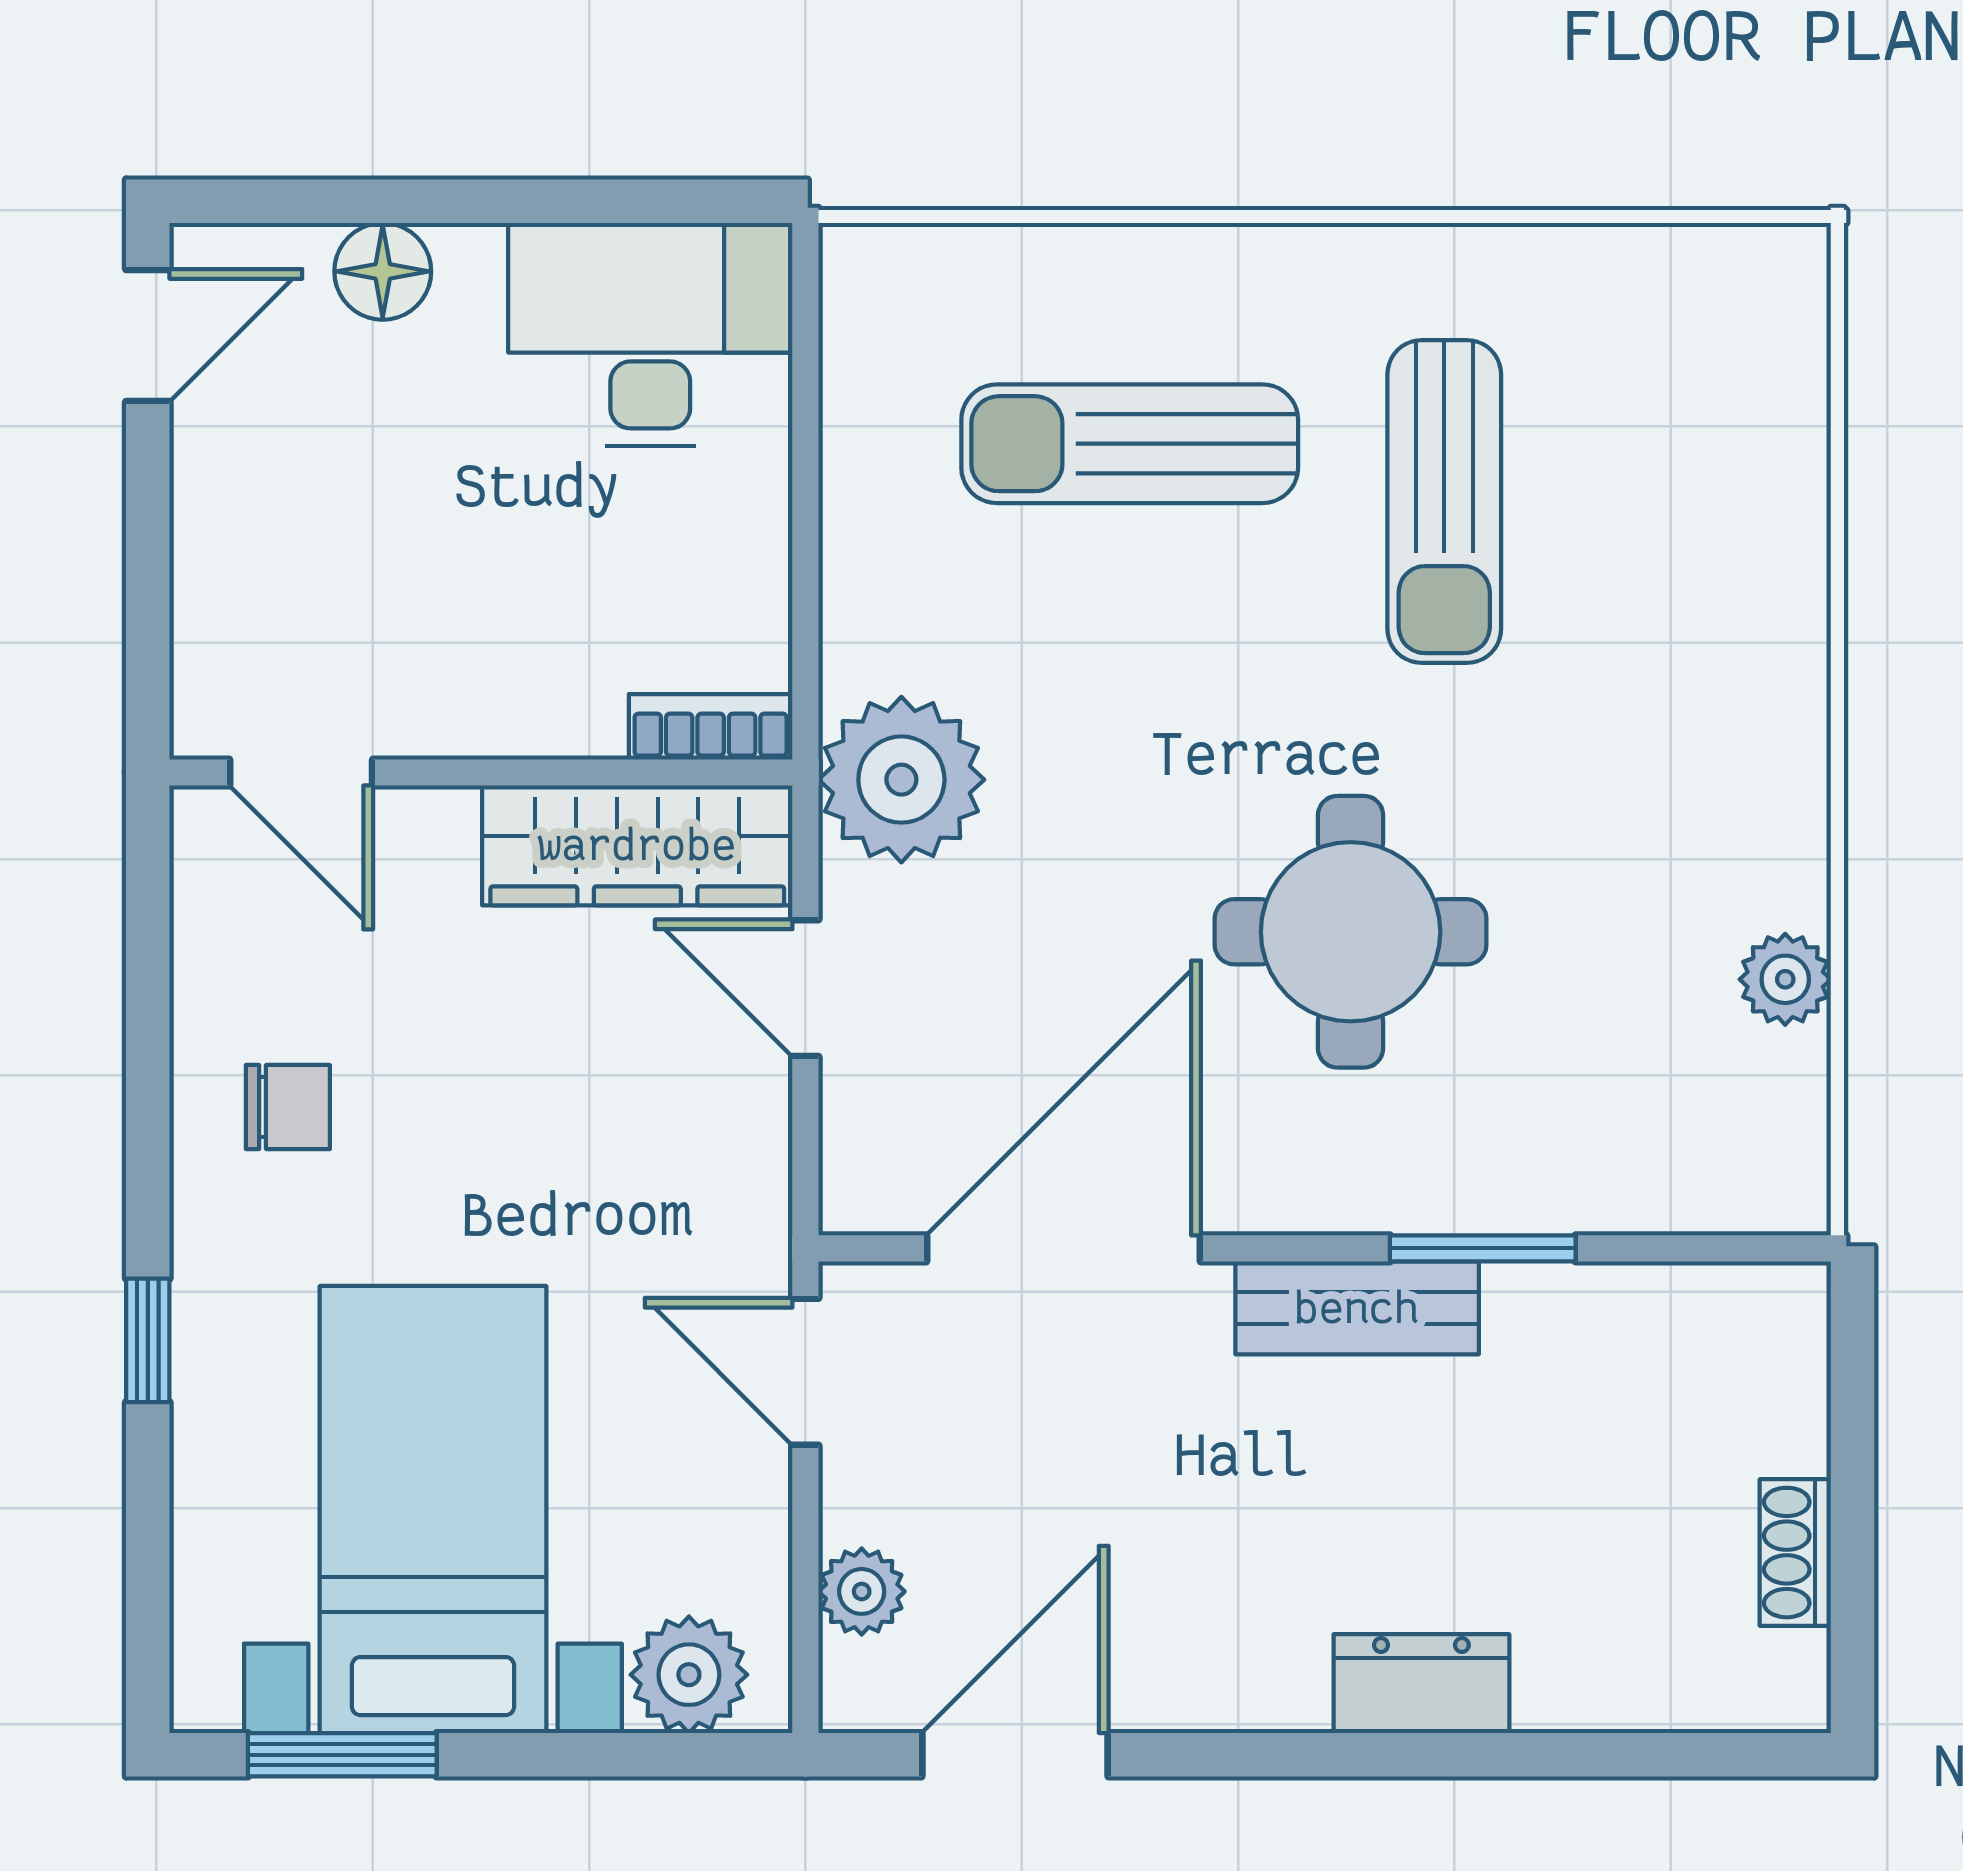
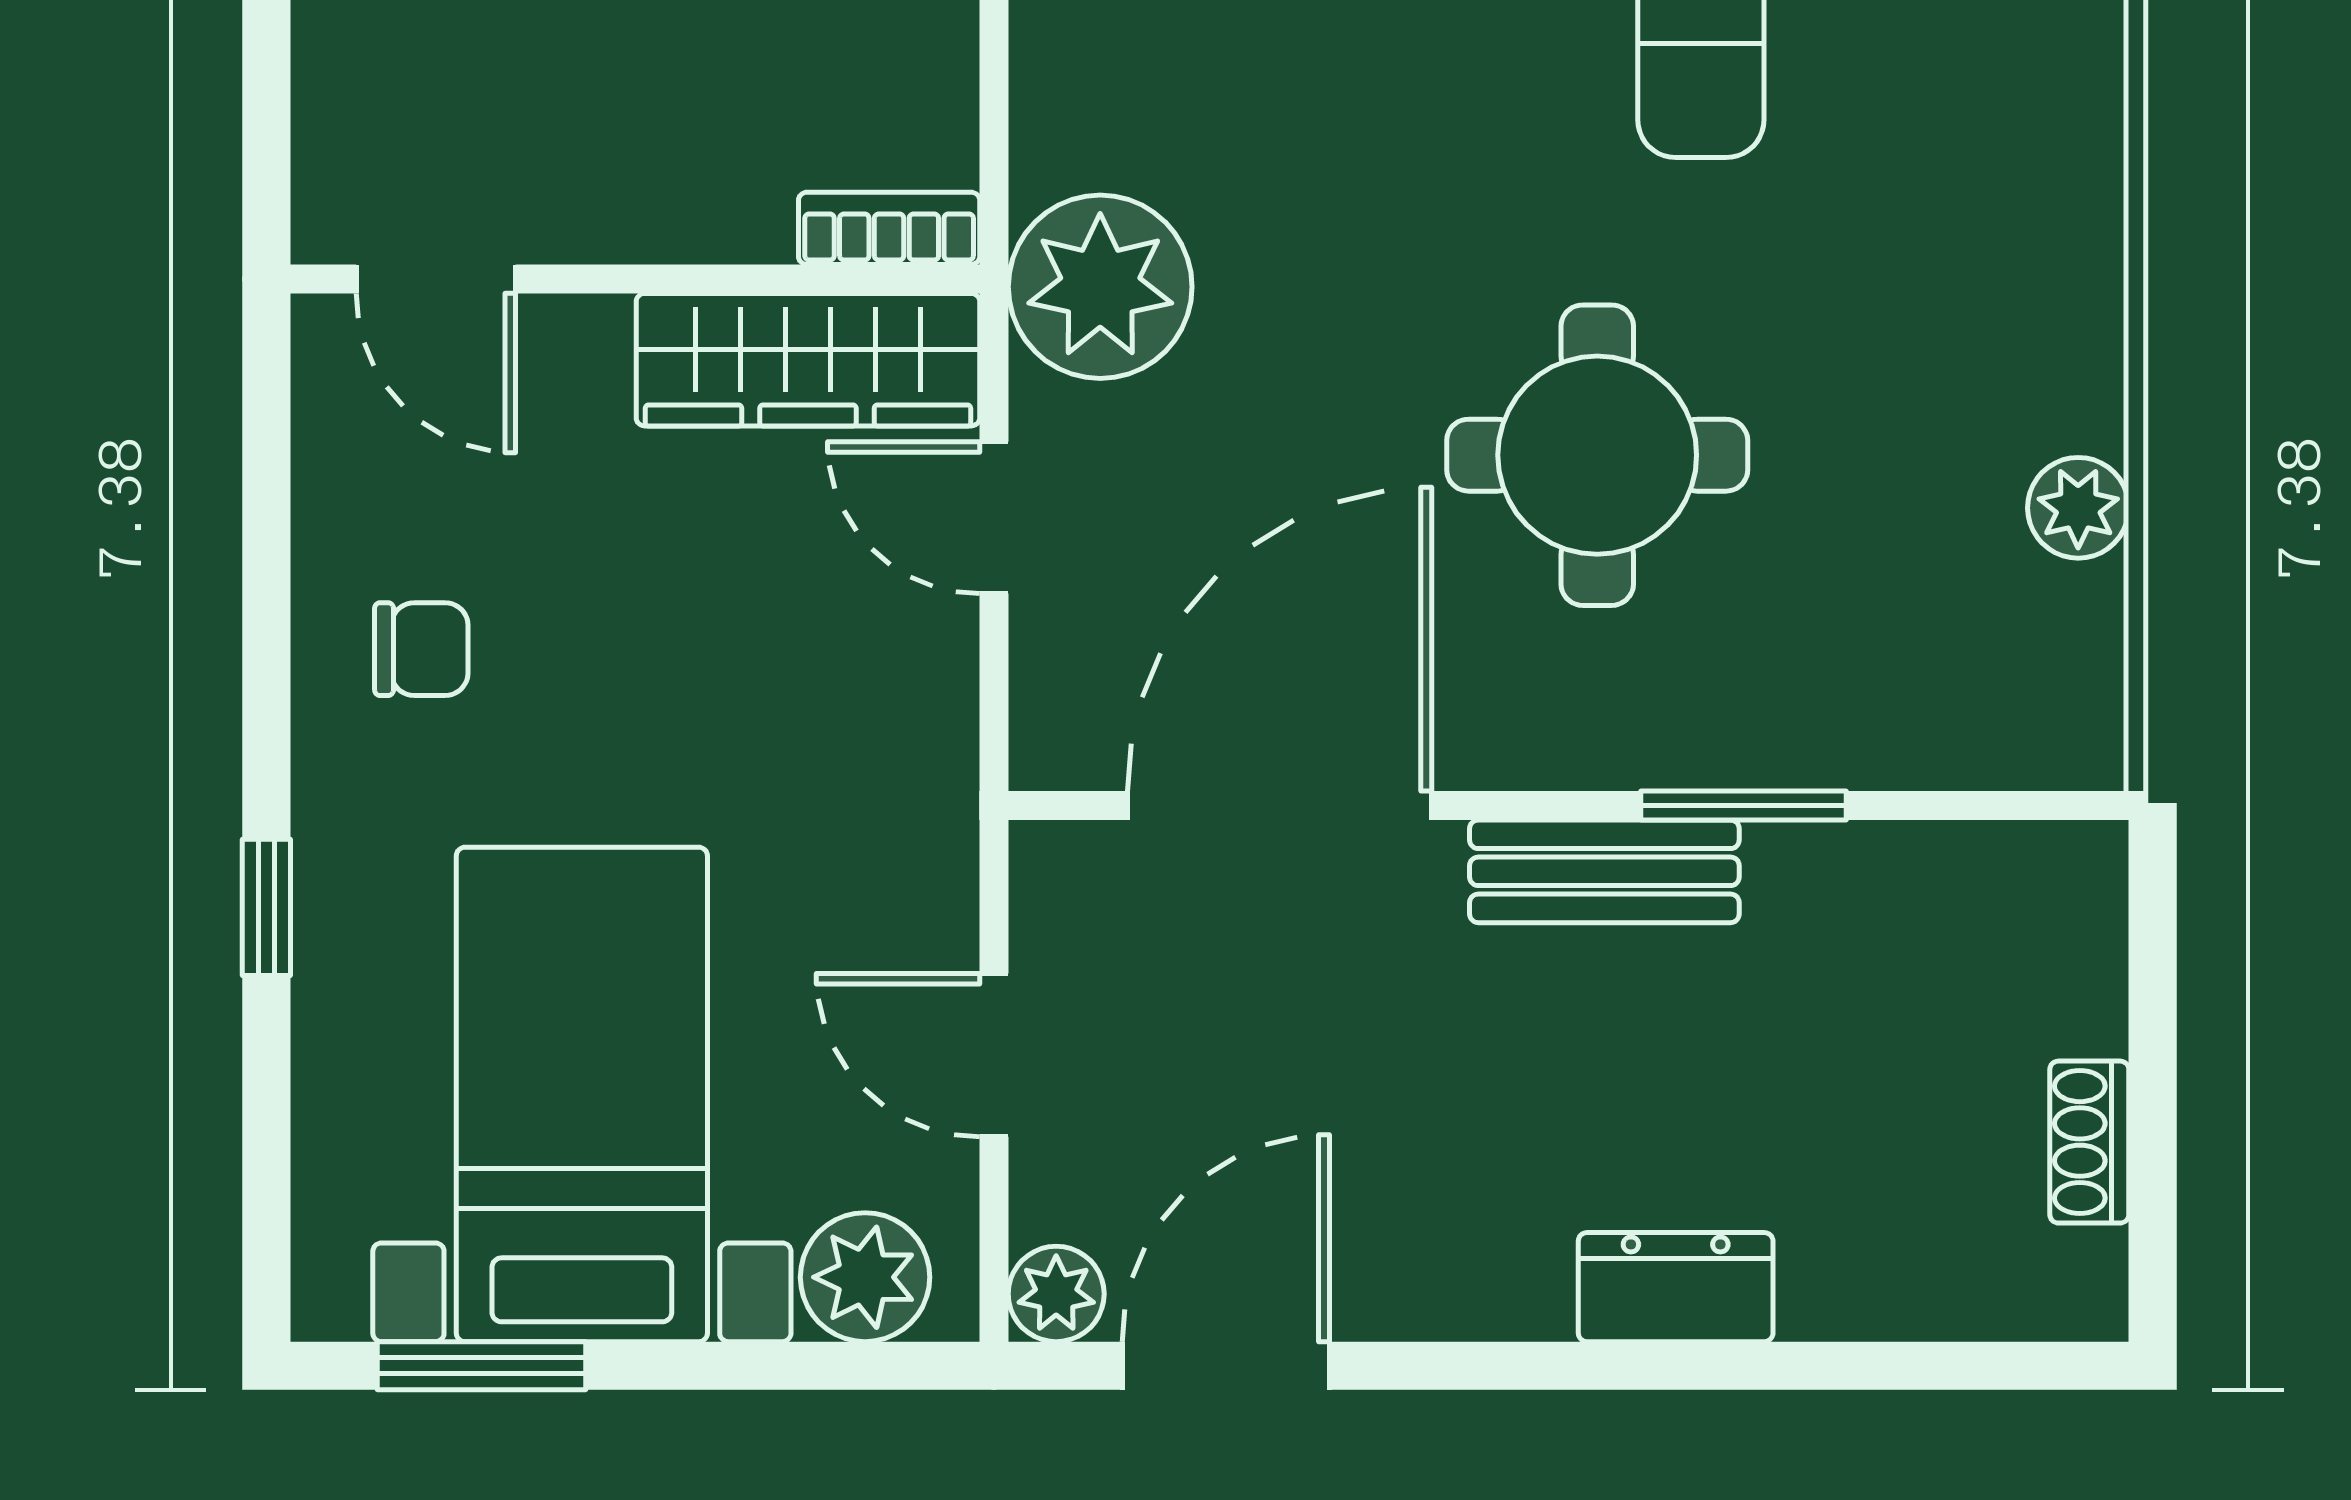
door: (805, 1372) -> (994, 1055), moved
plant: (862, 1591) -> (1056, 1294), moved

